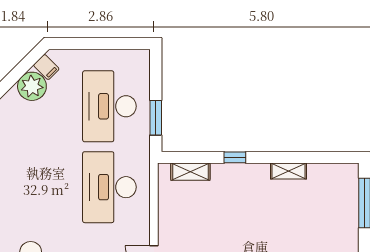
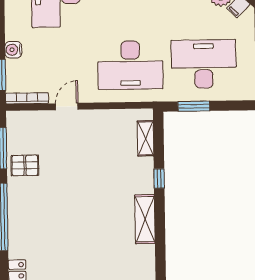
shelving: (288, 171) -> (145, 219), width x1.50, depth x1.33
desk: (109, 187) -> (130, 65), turned 180

